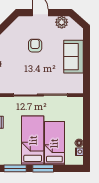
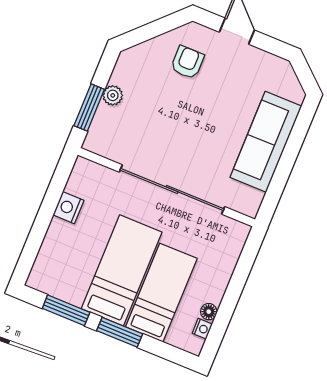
plant: (62, 22) -> (270, 66), removed
armchair: (35, 46) -> (187, 62), moved
sofa: (73, 57) -> (266, 142), width x1.36

